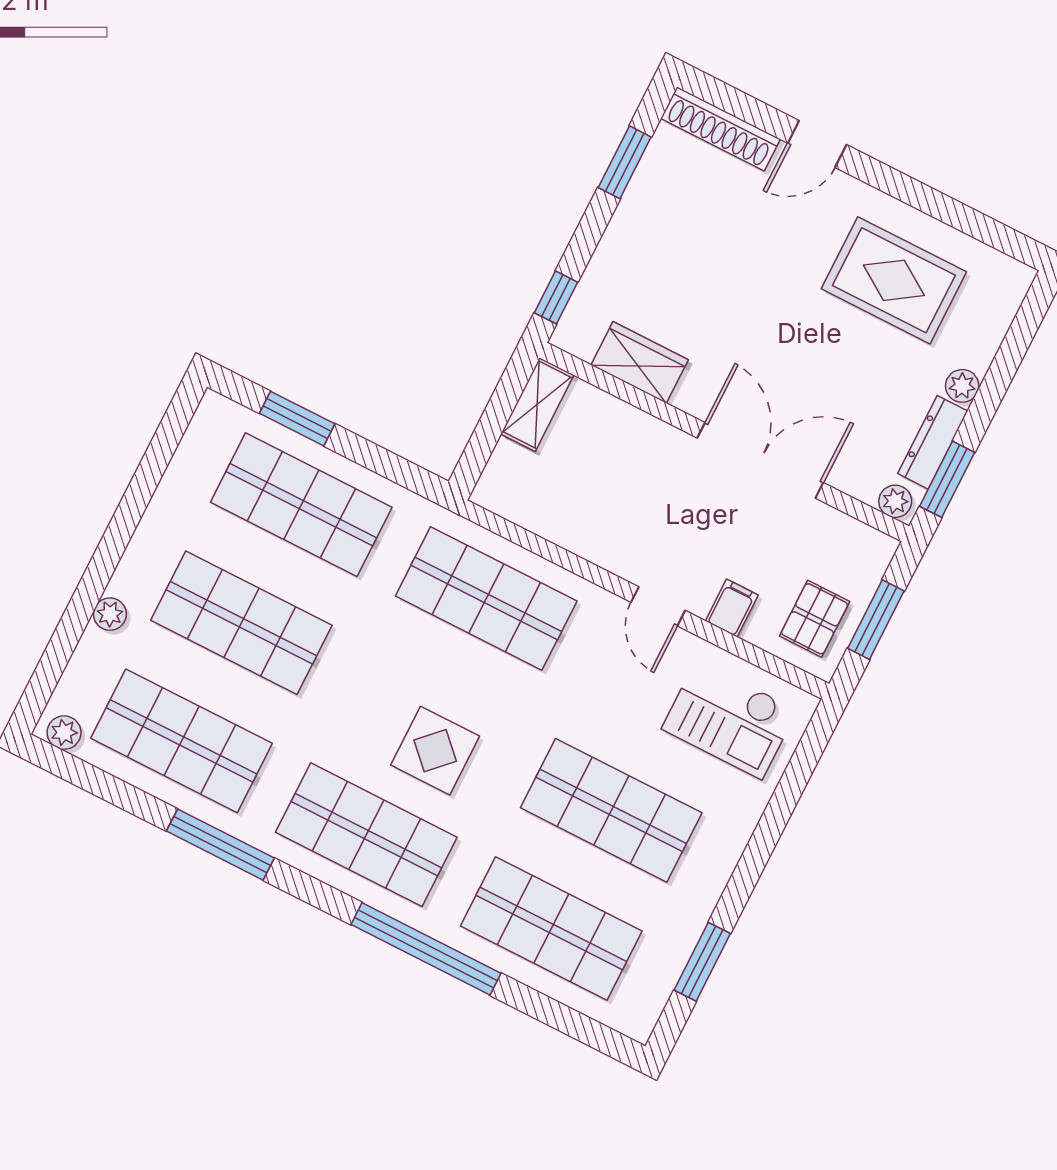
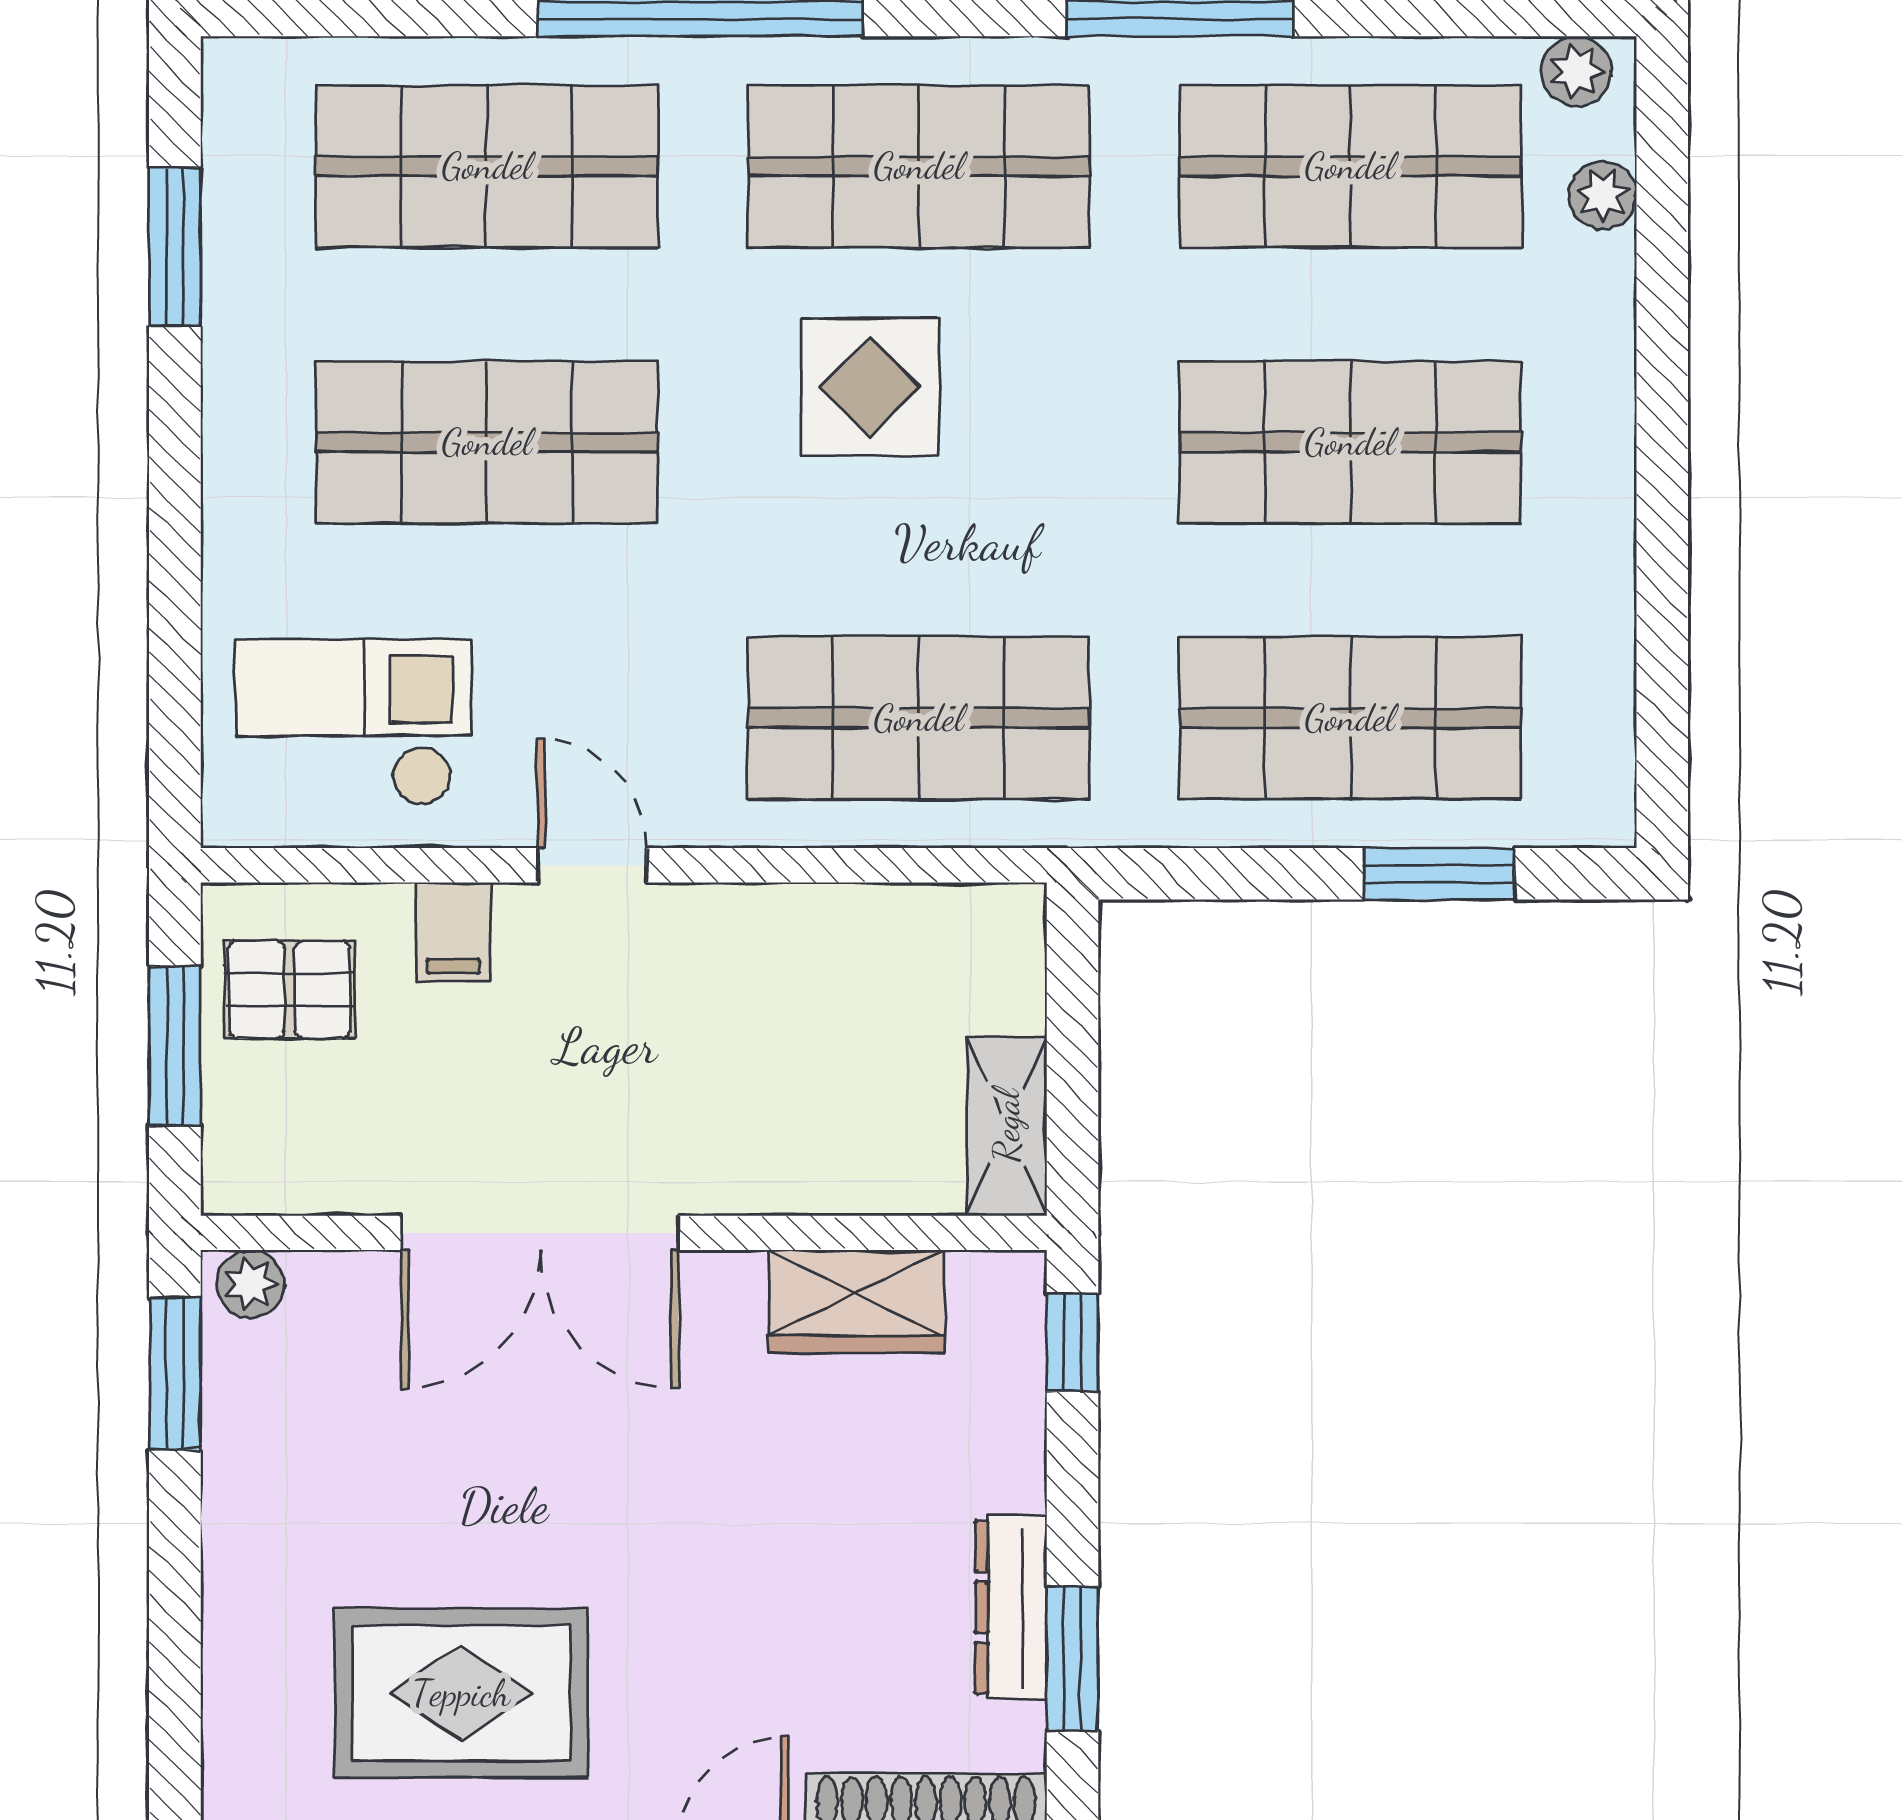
plant: (962, 386) -> (235, 1561), removed
dresser: (933, 442) -> (1011, 1607), moved, turned 180
plant: (110, 614) -> (1603, 195), moved
pallet: (815, 619) -> (290, 990), turned 90

